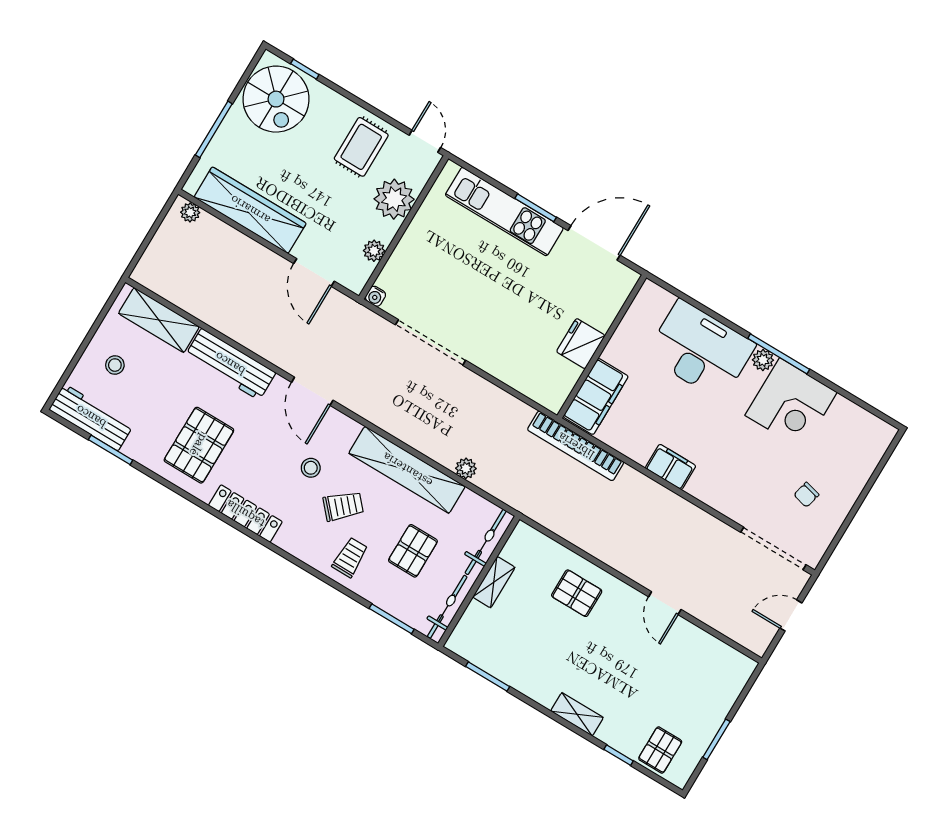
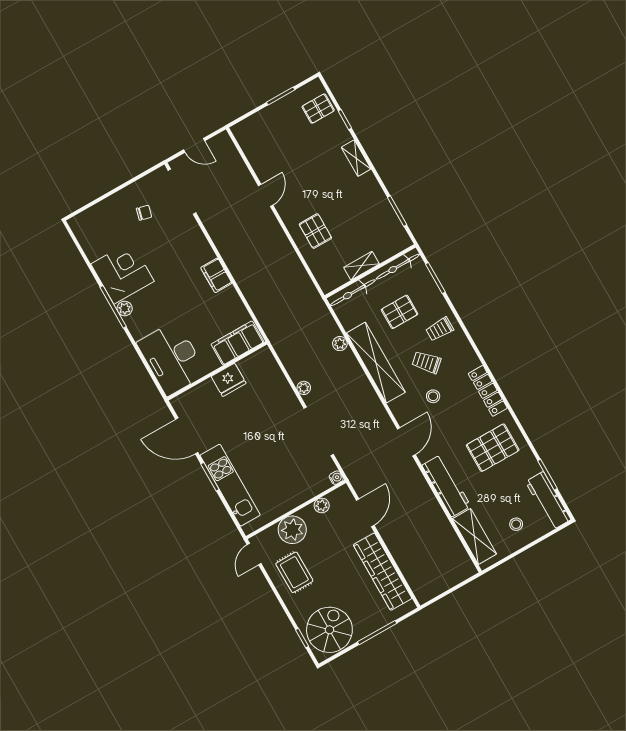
rug: (361, 147) -> (294, 572), turned 90
plant: (190, 212) -> (304, 388), moved
desk: (701, 350) -> (172, 358), moved
bookcase: (576, 446) -> (266, 320), removed

